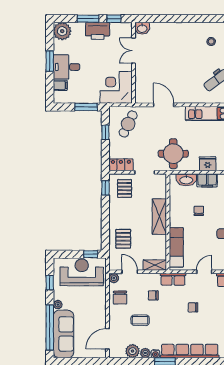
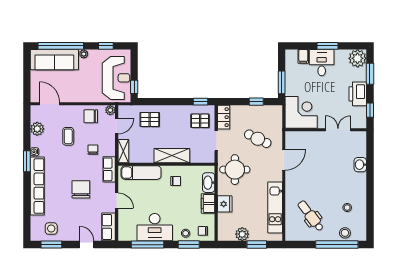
window: (88, 19) -> (370, 74), moved
washbasin: (142, 28) -> (360, 165), moved
cafe table: (128, 124) -> (258, 139), moved
chair: (199, 211) -> (176, 181), moved
chair: (193, 307) -> (81, 189), width x1.87, depth x1.87
plant: (145, 353) -> (35, 142), removed

